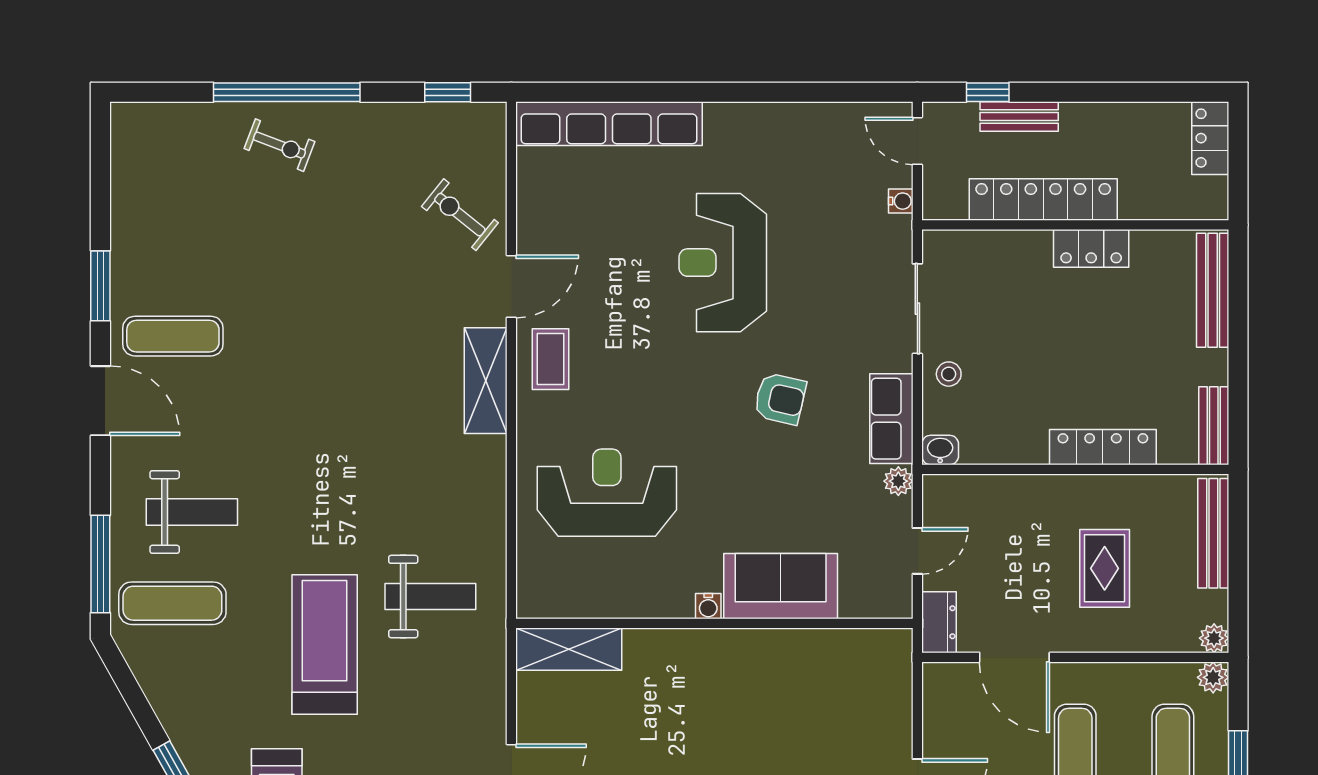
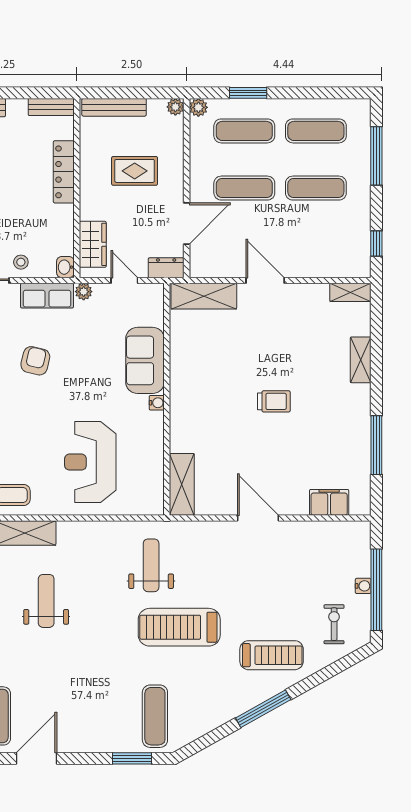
wardrobe: (979, 497) -> (93, 244), added
weight bench: (192, 512) -> (46, 601), moved
window: (100, 564) -> (132, 758), width x0.69
shelving: (890, 687) -> (204, 296), added

